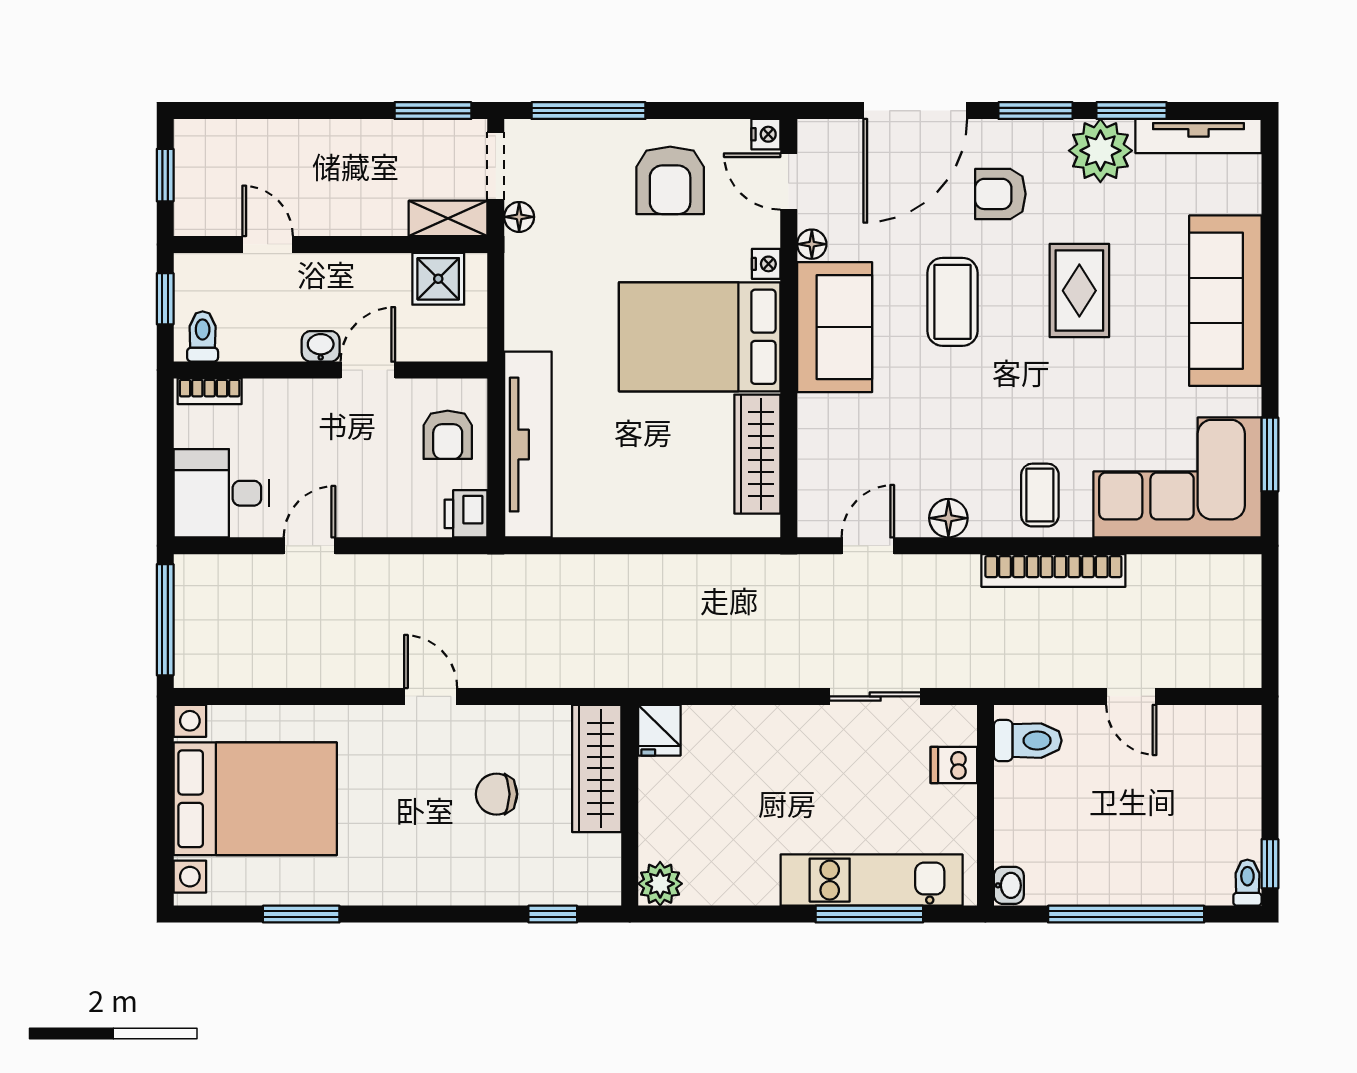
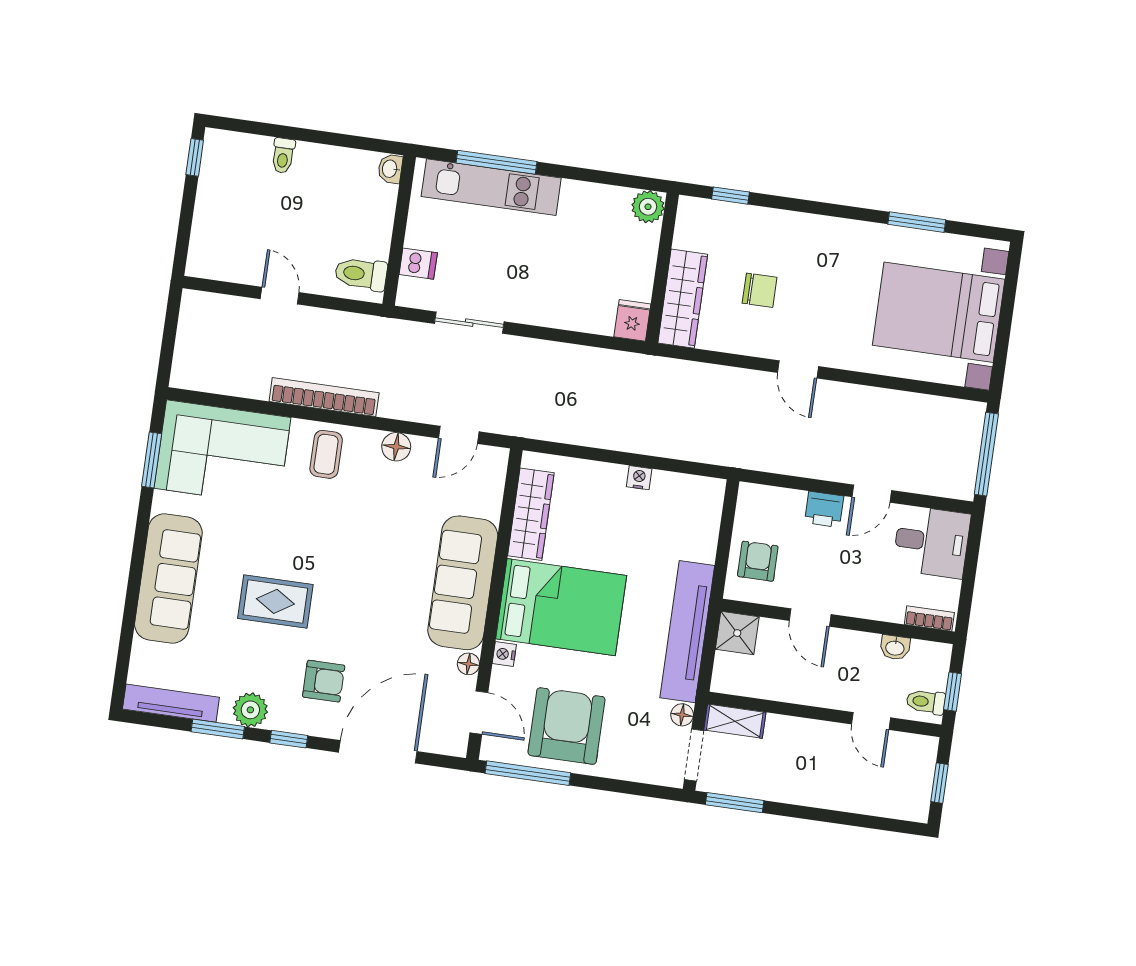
window: (589, 111) -> (528, 773), moved
window: (1036, 111) -> (289, 739), width x0.67
nightstand: (766, 134) -> (639, 478), moved, turned 90
plant: (1100, 151) -> (250, 710), width x0.73, depth x0.73
armchair: (670, 180) -> (567, 726), width x1.36, depth x1.36
shower: (438, 279) -> (737, 633), moved
rug: (1079, 291) -> (275, 601), turned 90
coffee table: (952, 302) -> (370, 606), removed
sofa: (835, 327) -> (463, 583), width x1.36
toilet: (203, 337) -> (926, 702), moved, turned 90
washbasin: (321, 346) -> (895, 647), moved
door: (368, 370) -> (810, 618), hinge flipped
tv unit: (528, 445) -> (687, 632), moved
printer: (466, 514) -> (824, 509), moved, turned 90
toilet: (1247, 883) -> (283, 156), moved
window: (1126, 914) -> (306, 135), removed

